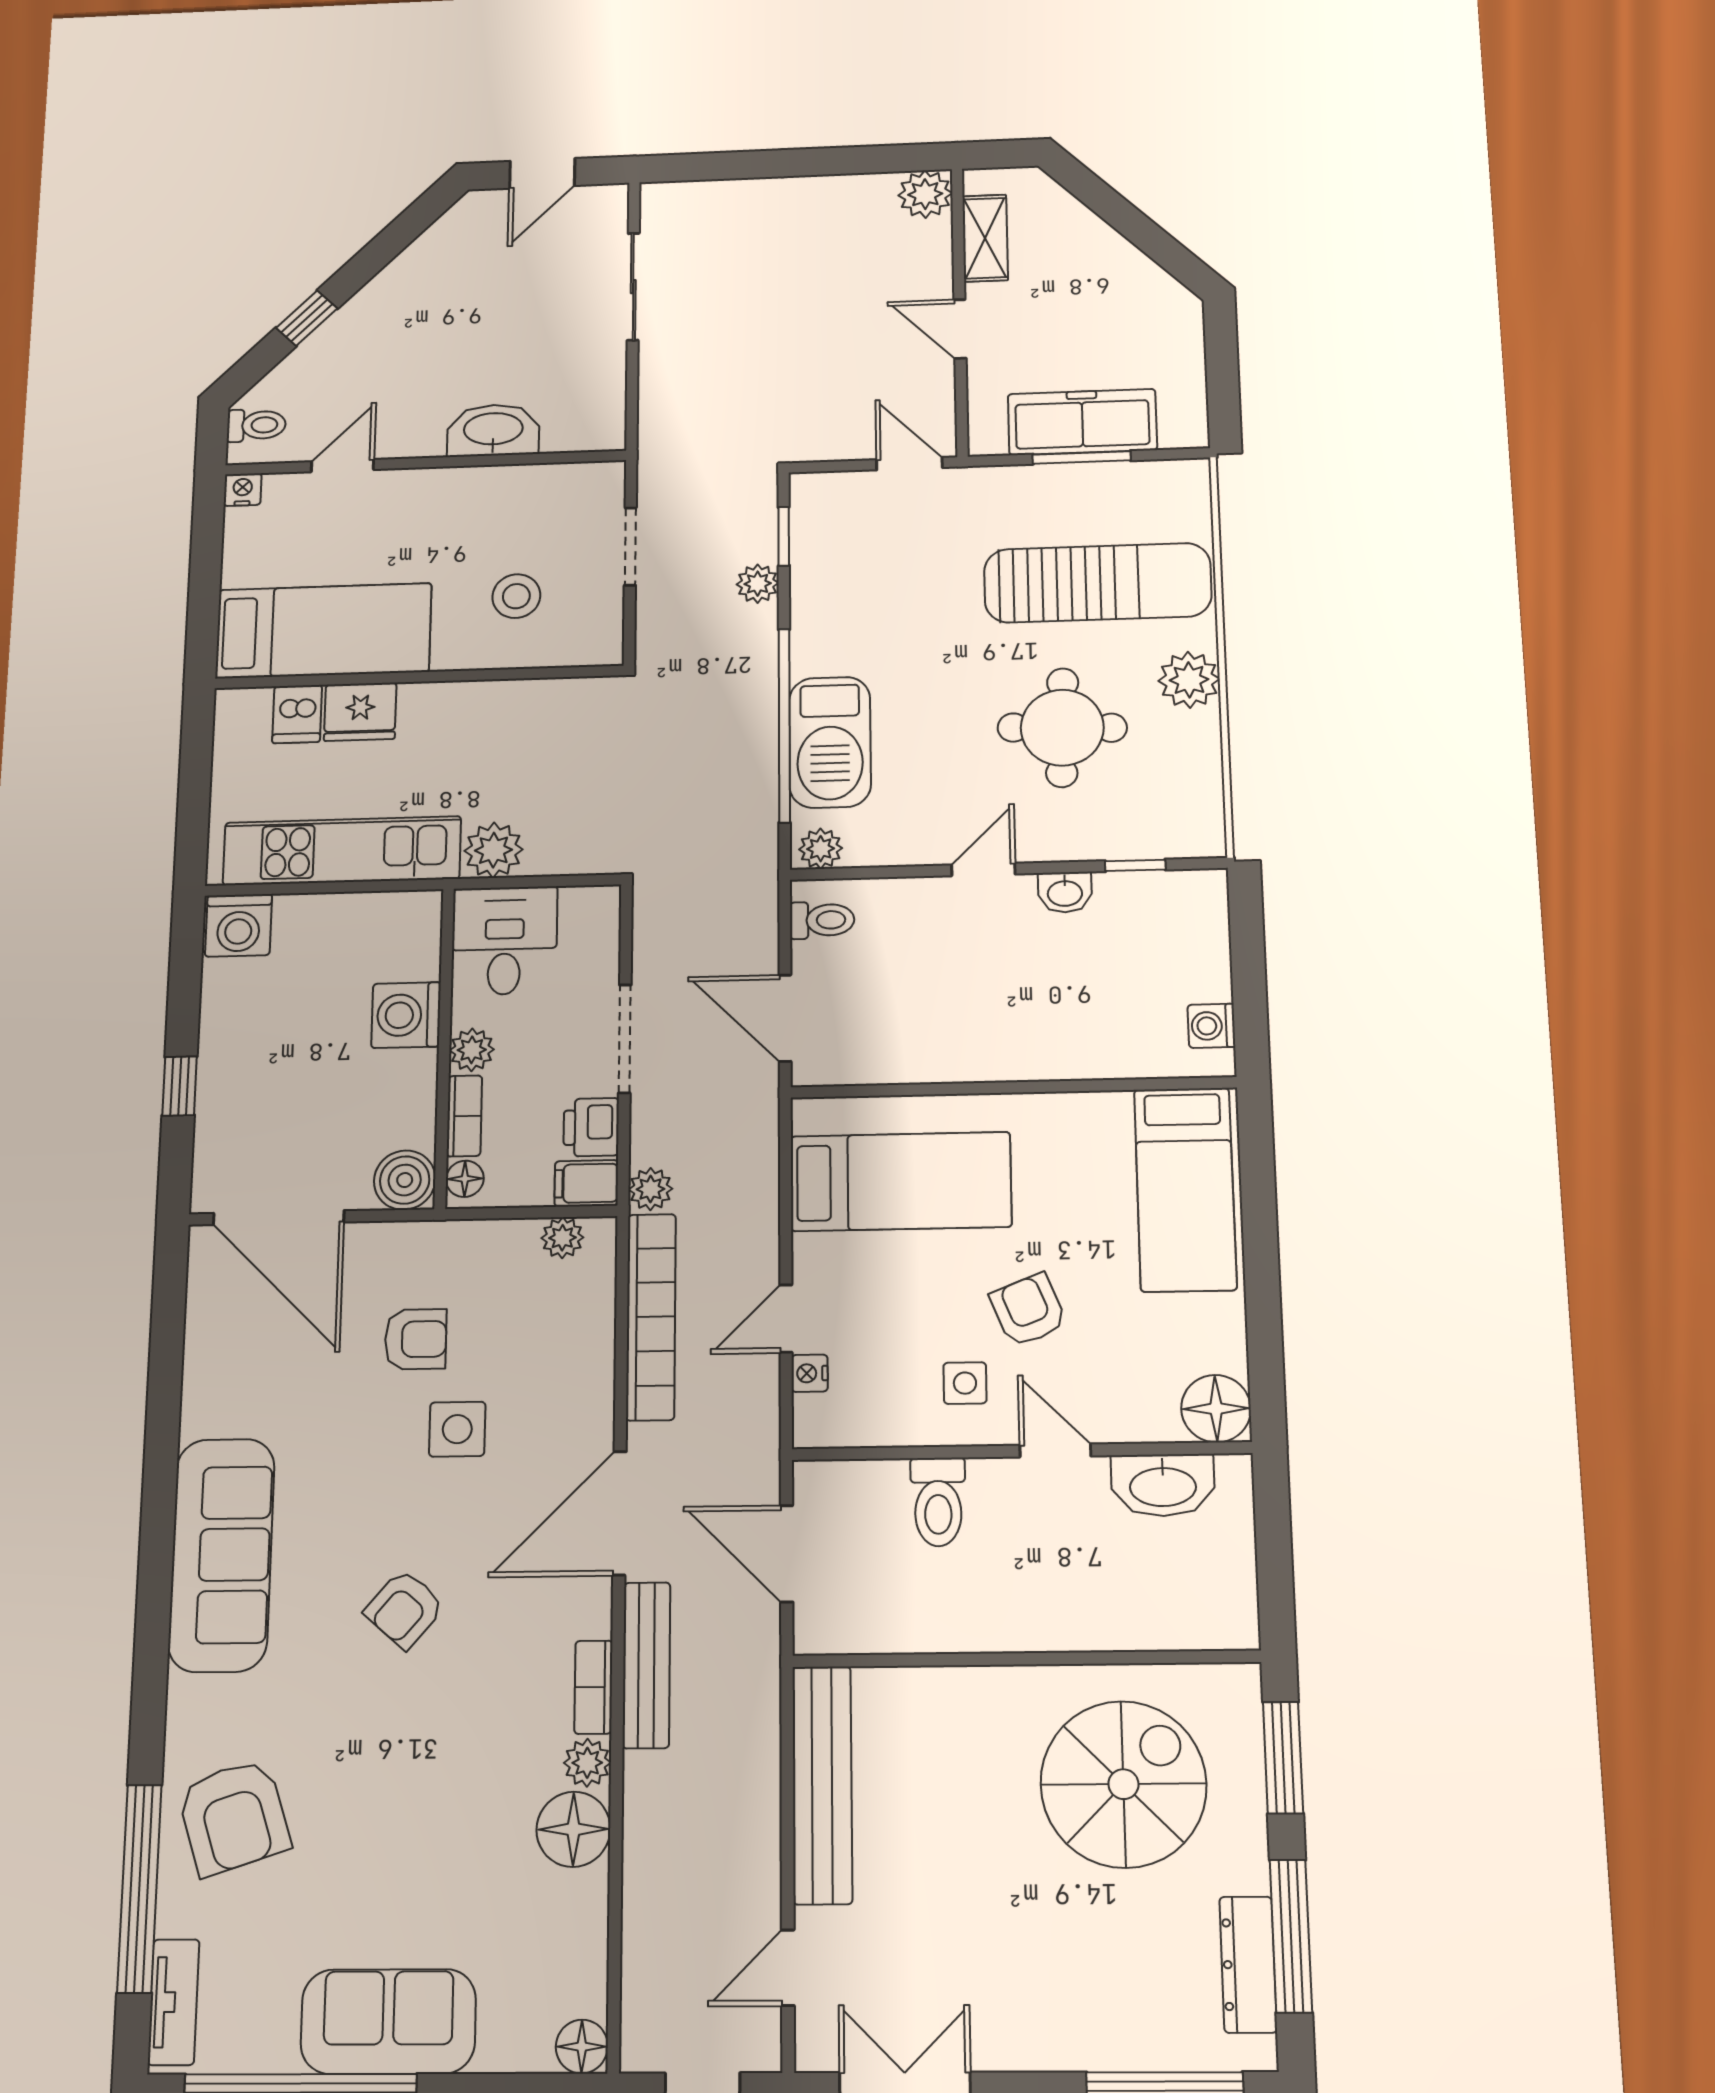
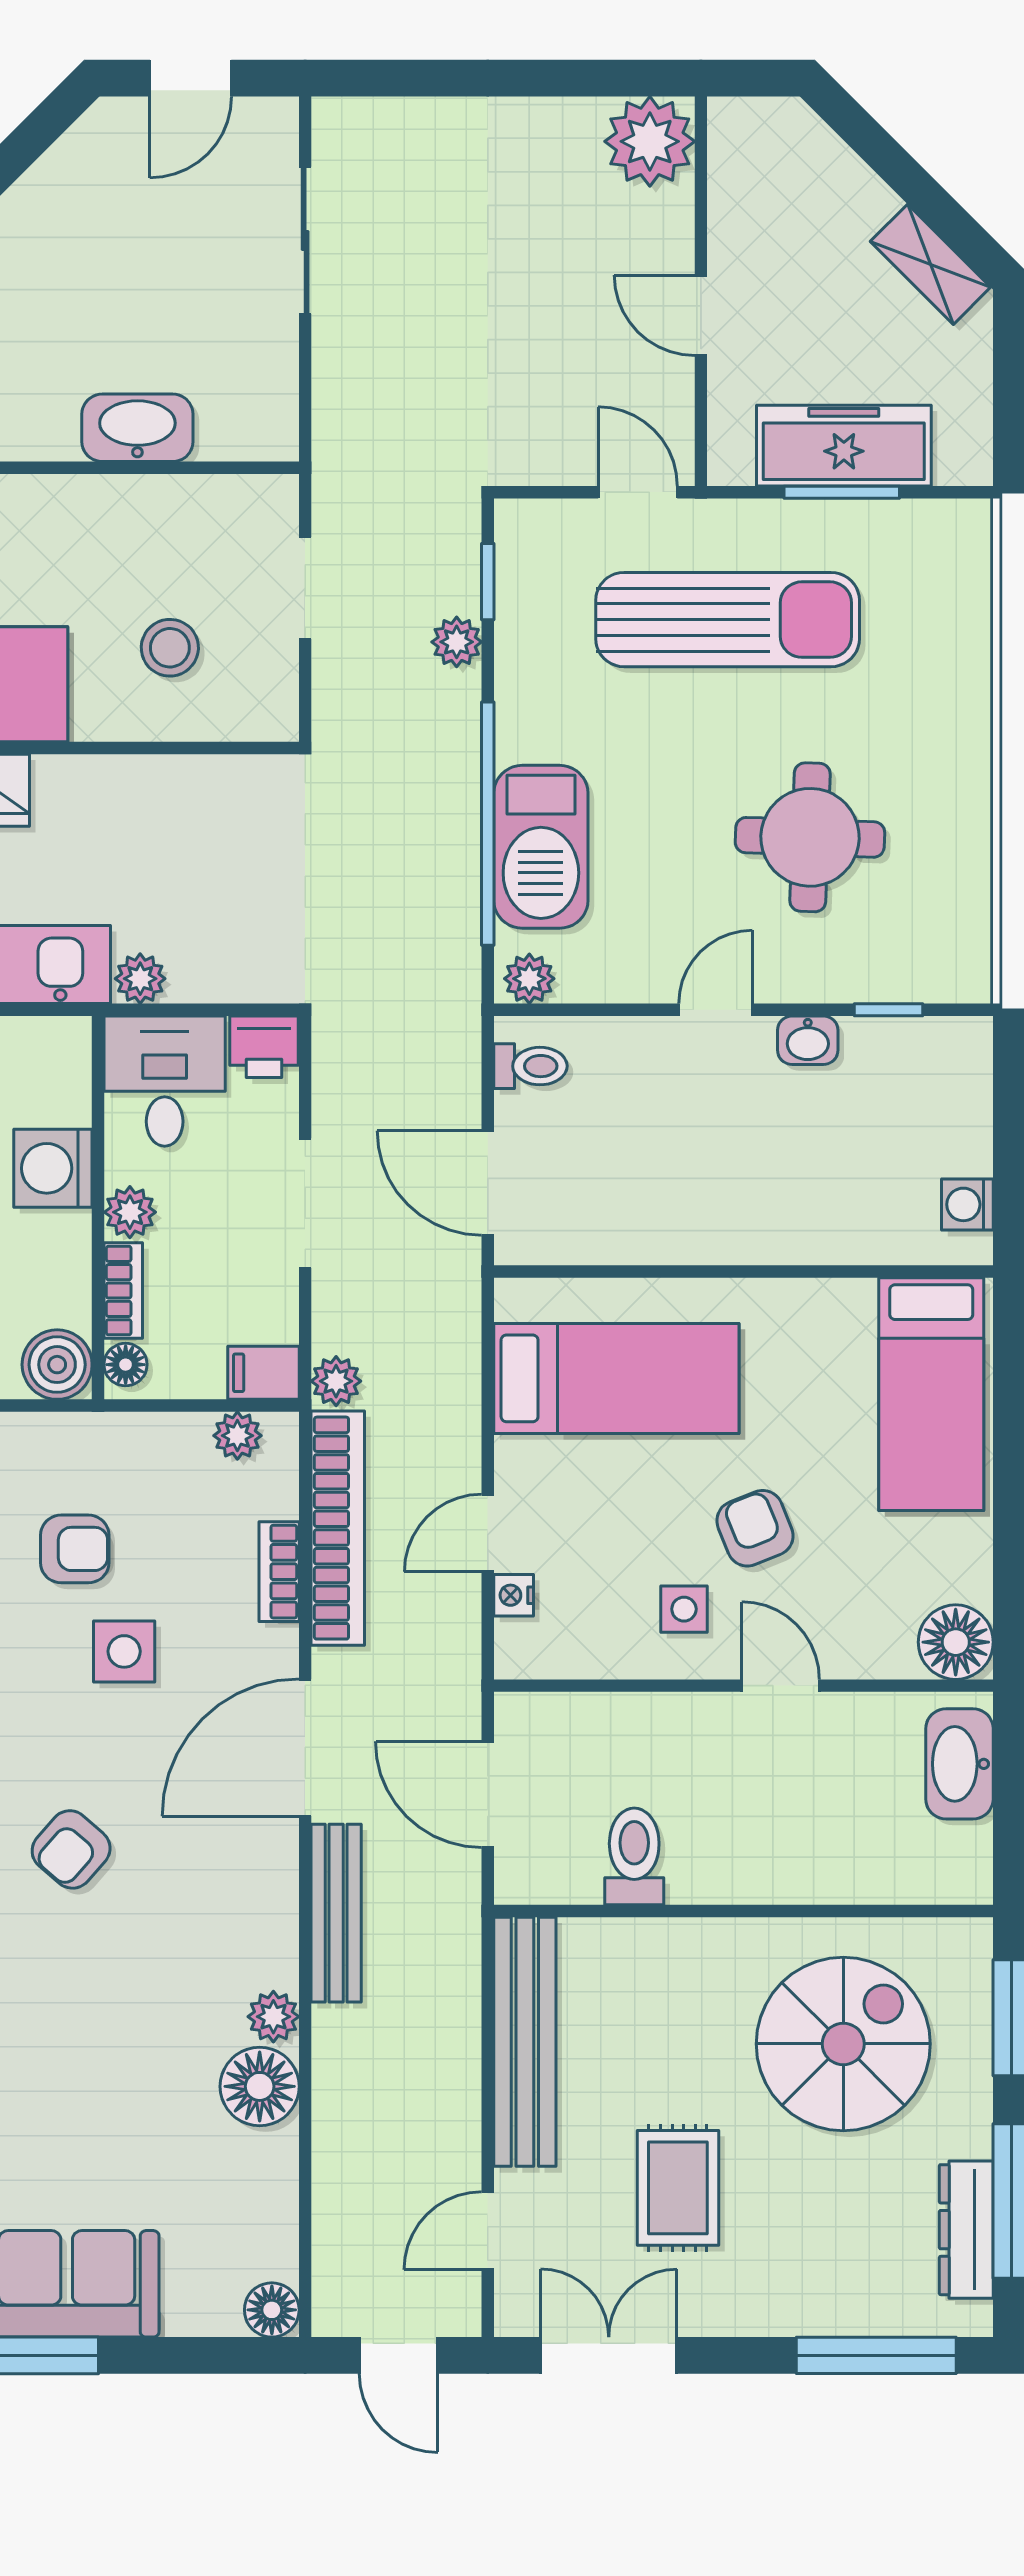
plant: (925, 194) -> (650, 141), width x1.36, depth x1.36
shelving: (985, 238) -> (930, 264), moved, turned -45
sun lounger: (1098, 583) -> (728, 620), moved
plant: (1189, 680) -> (958, 782), removed
plant: (494, 850) -> (140, 979), width x0.73, depth x0.73
printer: (591, 1127) -> (264, 1047), moved, turned -90
washbasin: (1163, 1485) -> (959, 1764), moved, turned 90
toilet: (938, 1502) -> (634, 1856), moved, turned 180
bookcase: (593, 1687) -> (279, 1572), moved
rug: (969, 1925) -> (678, 2188), added

